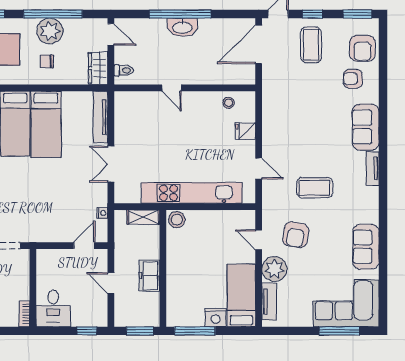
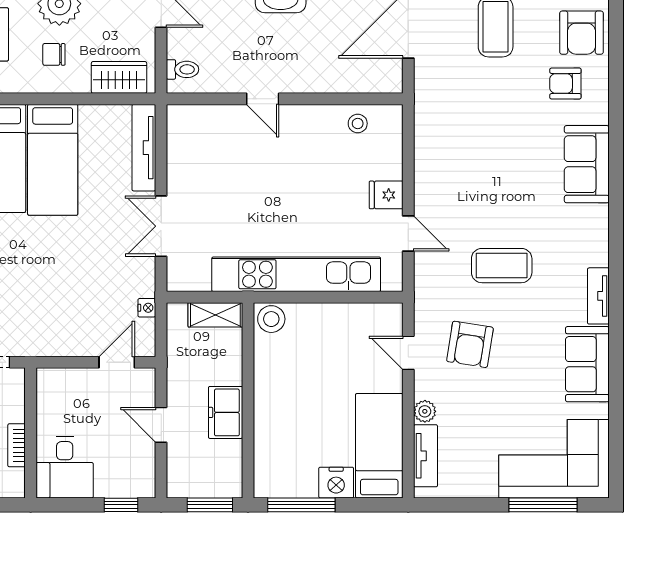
wardrobe: (98, 68) -> (119, 77), moved, turned 90
fridge: (245, 131) -> (386, 195), moved
tv unit: (373, 168) -> (598, 296), moved
plant: (274, 269) -> (425, 411), width x0.53, depth x0.53
bookcase: (24, 314) -> (17, 445), moved

